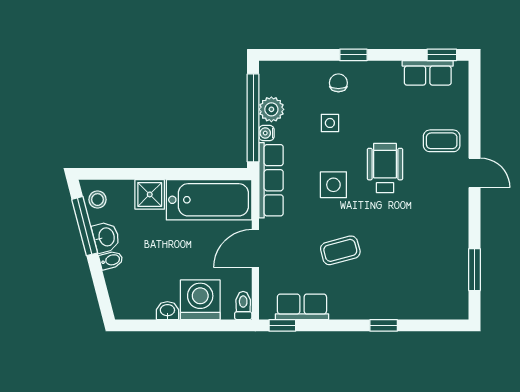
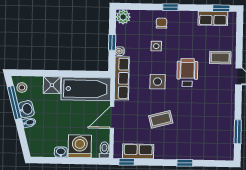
plant: (271, 109) -> (123, 17), moved
window: (253, 118) -> (112, 42), width x0.32

